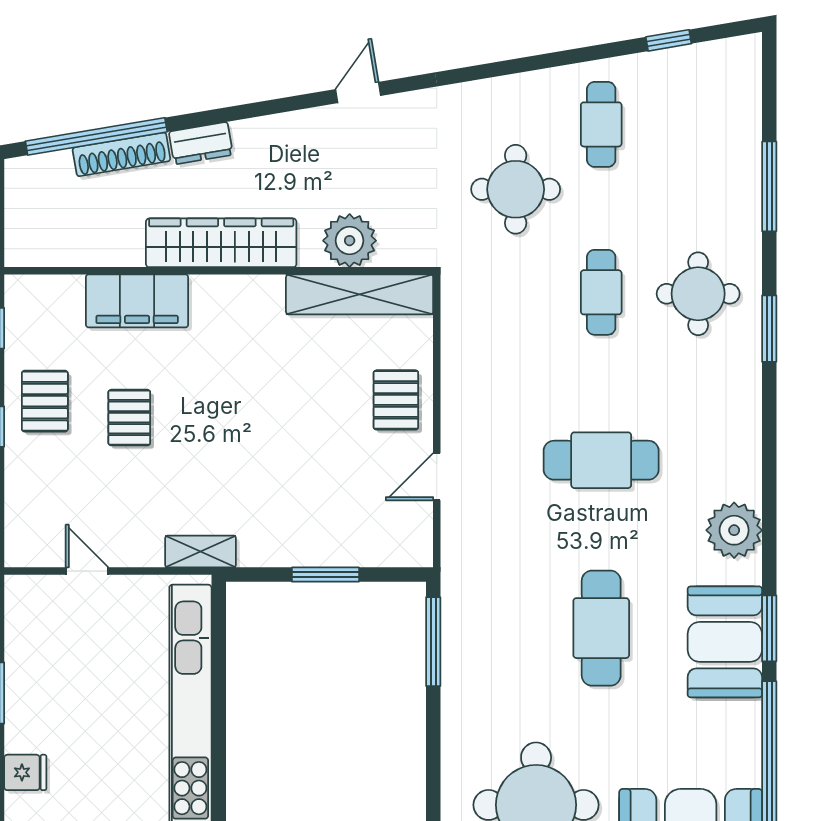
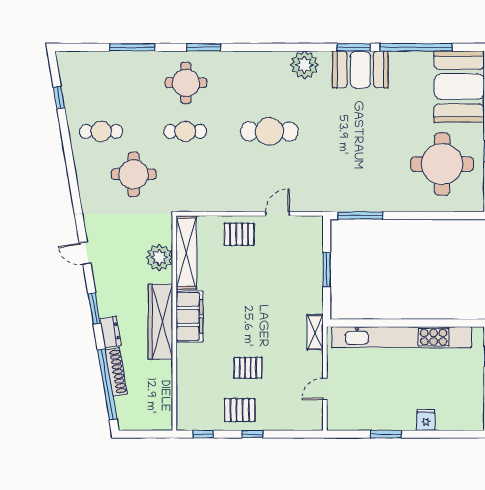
window: (248, 111) -> (94, 309), added
filing cabinet: (137, 301) -> (190, 316), moved
cafe table: (601, 460) -> (269, 131), turned 90
door: (437, 477) -> (278, 214), swing flipped
cafe table: (601, 628) -> (353, 131), removed

